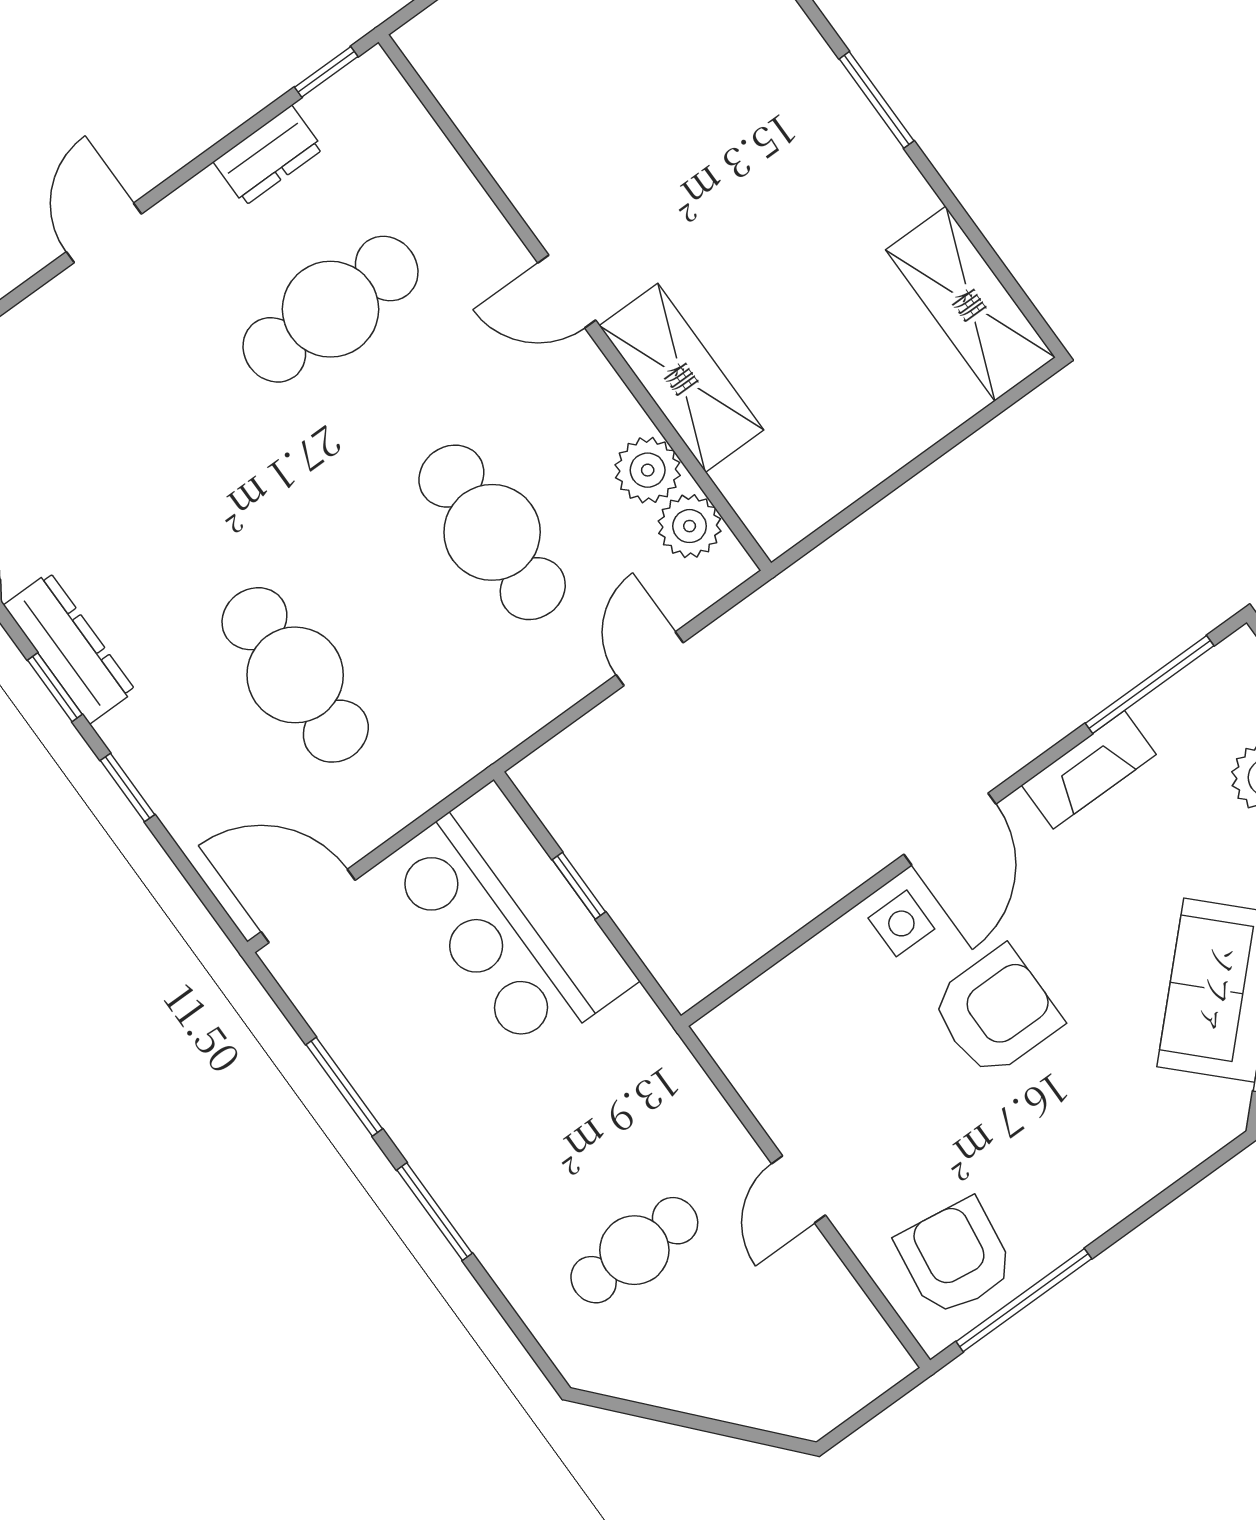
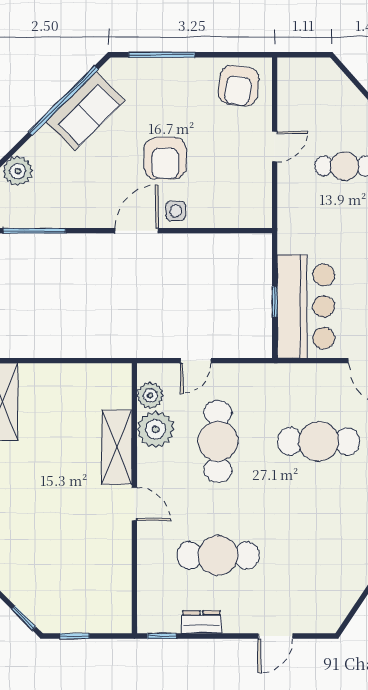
plant: (648, 470) -> (156, 429), width x1.36, depth x1.36
cafe table: (295, 675) -> (319, 441), turned 90
fireplace: (1089, 770) -> (75, 217), removed
armchair: (996, 1012) -> (165, 158), turned -90
window: (1024, 1300) -> (162, 55), moved

